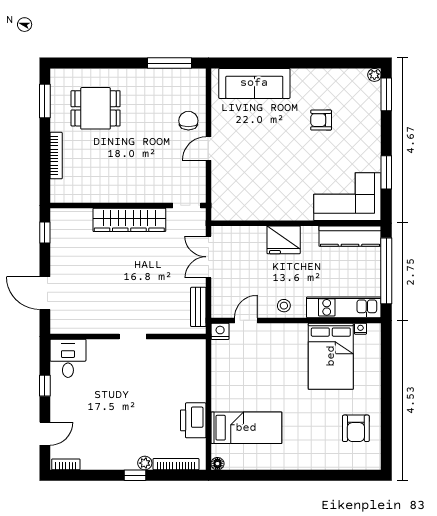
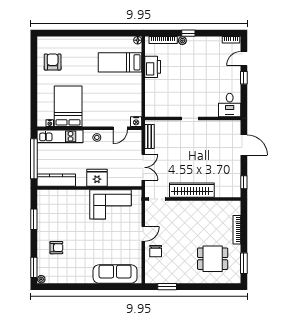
window: (169, 63) -> (167, 287), width x0.69
armchair: (321, 120) -> (56, 248), moved
corner sofa: (347, 197) -> (110, 204), moved
window: (45, 386) -> (244, 78), moved

